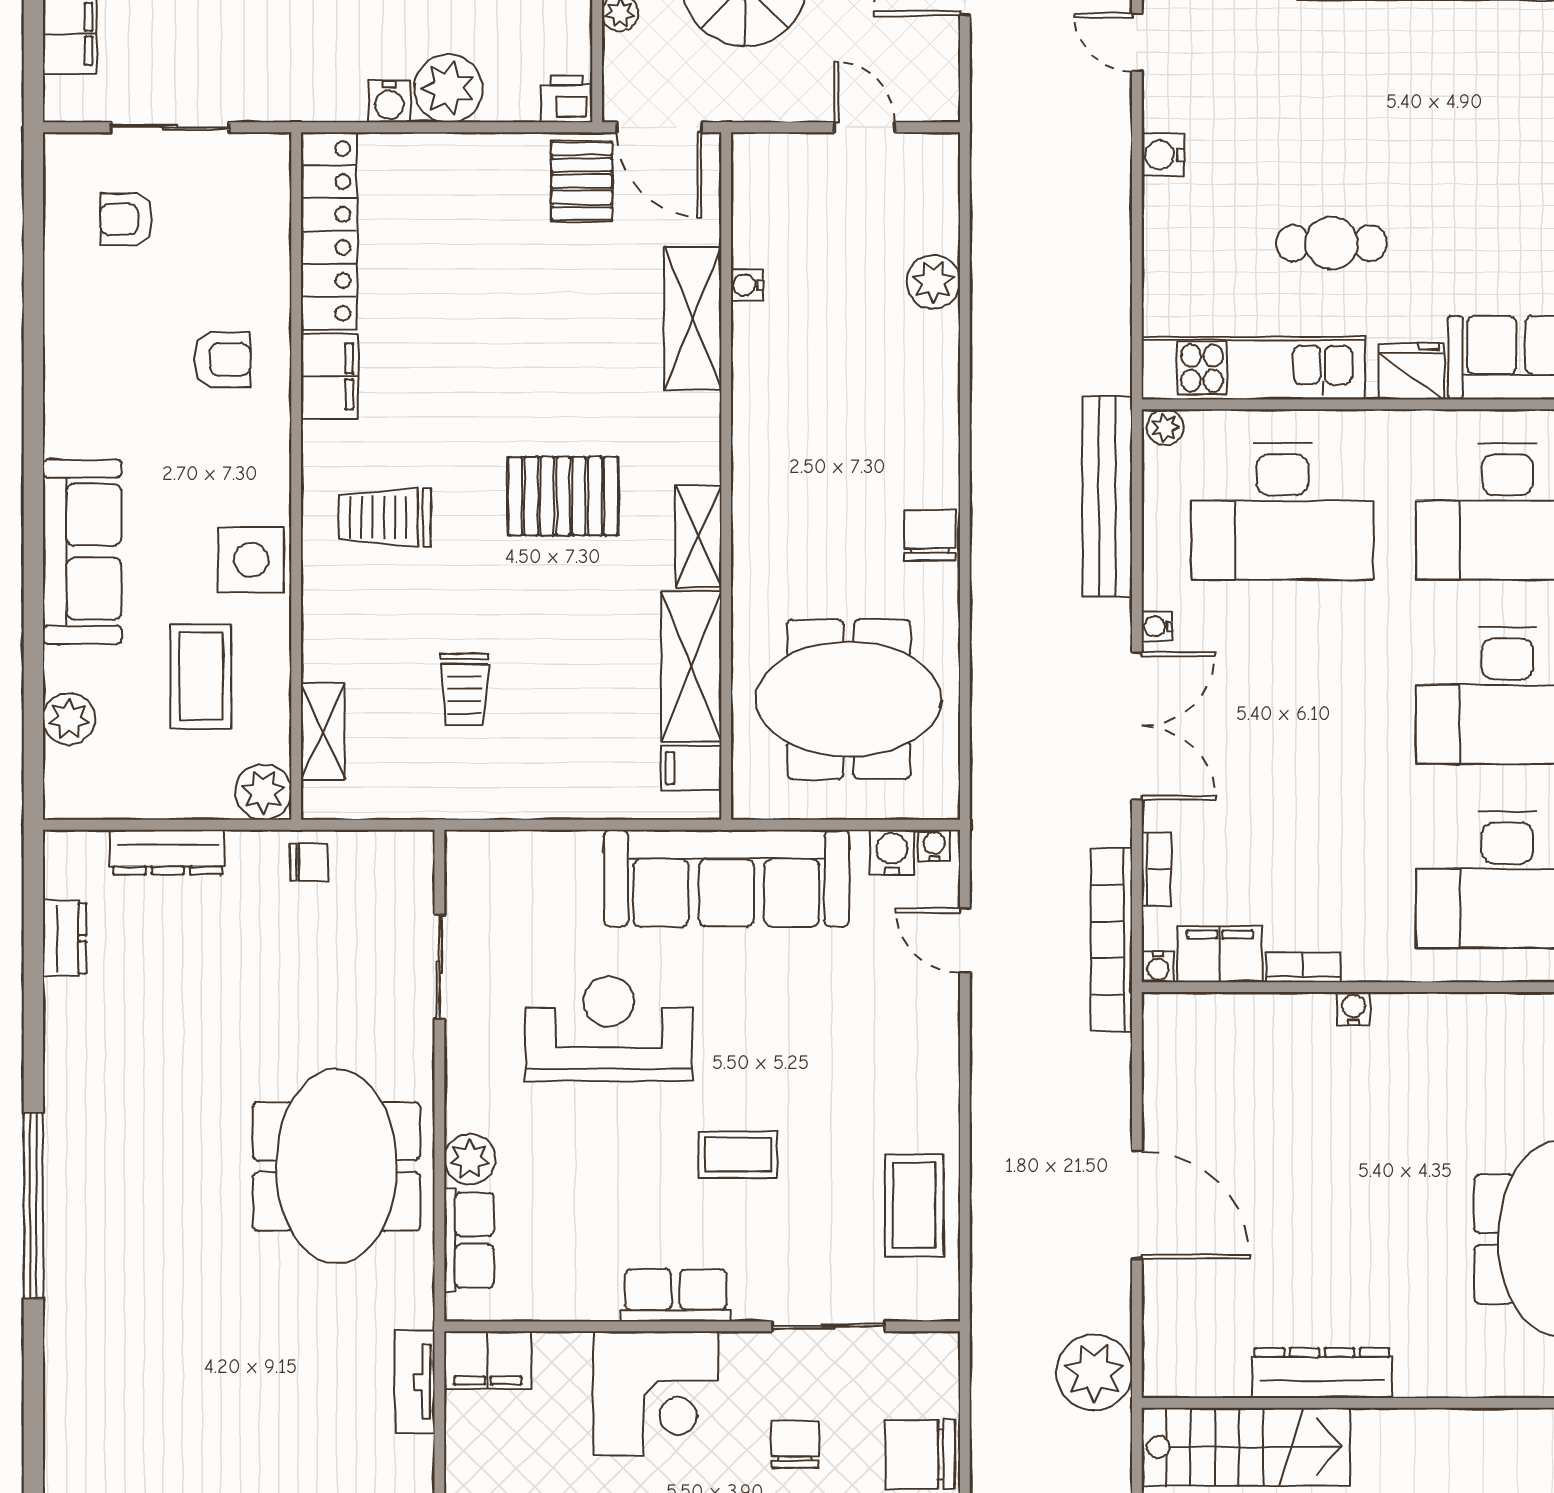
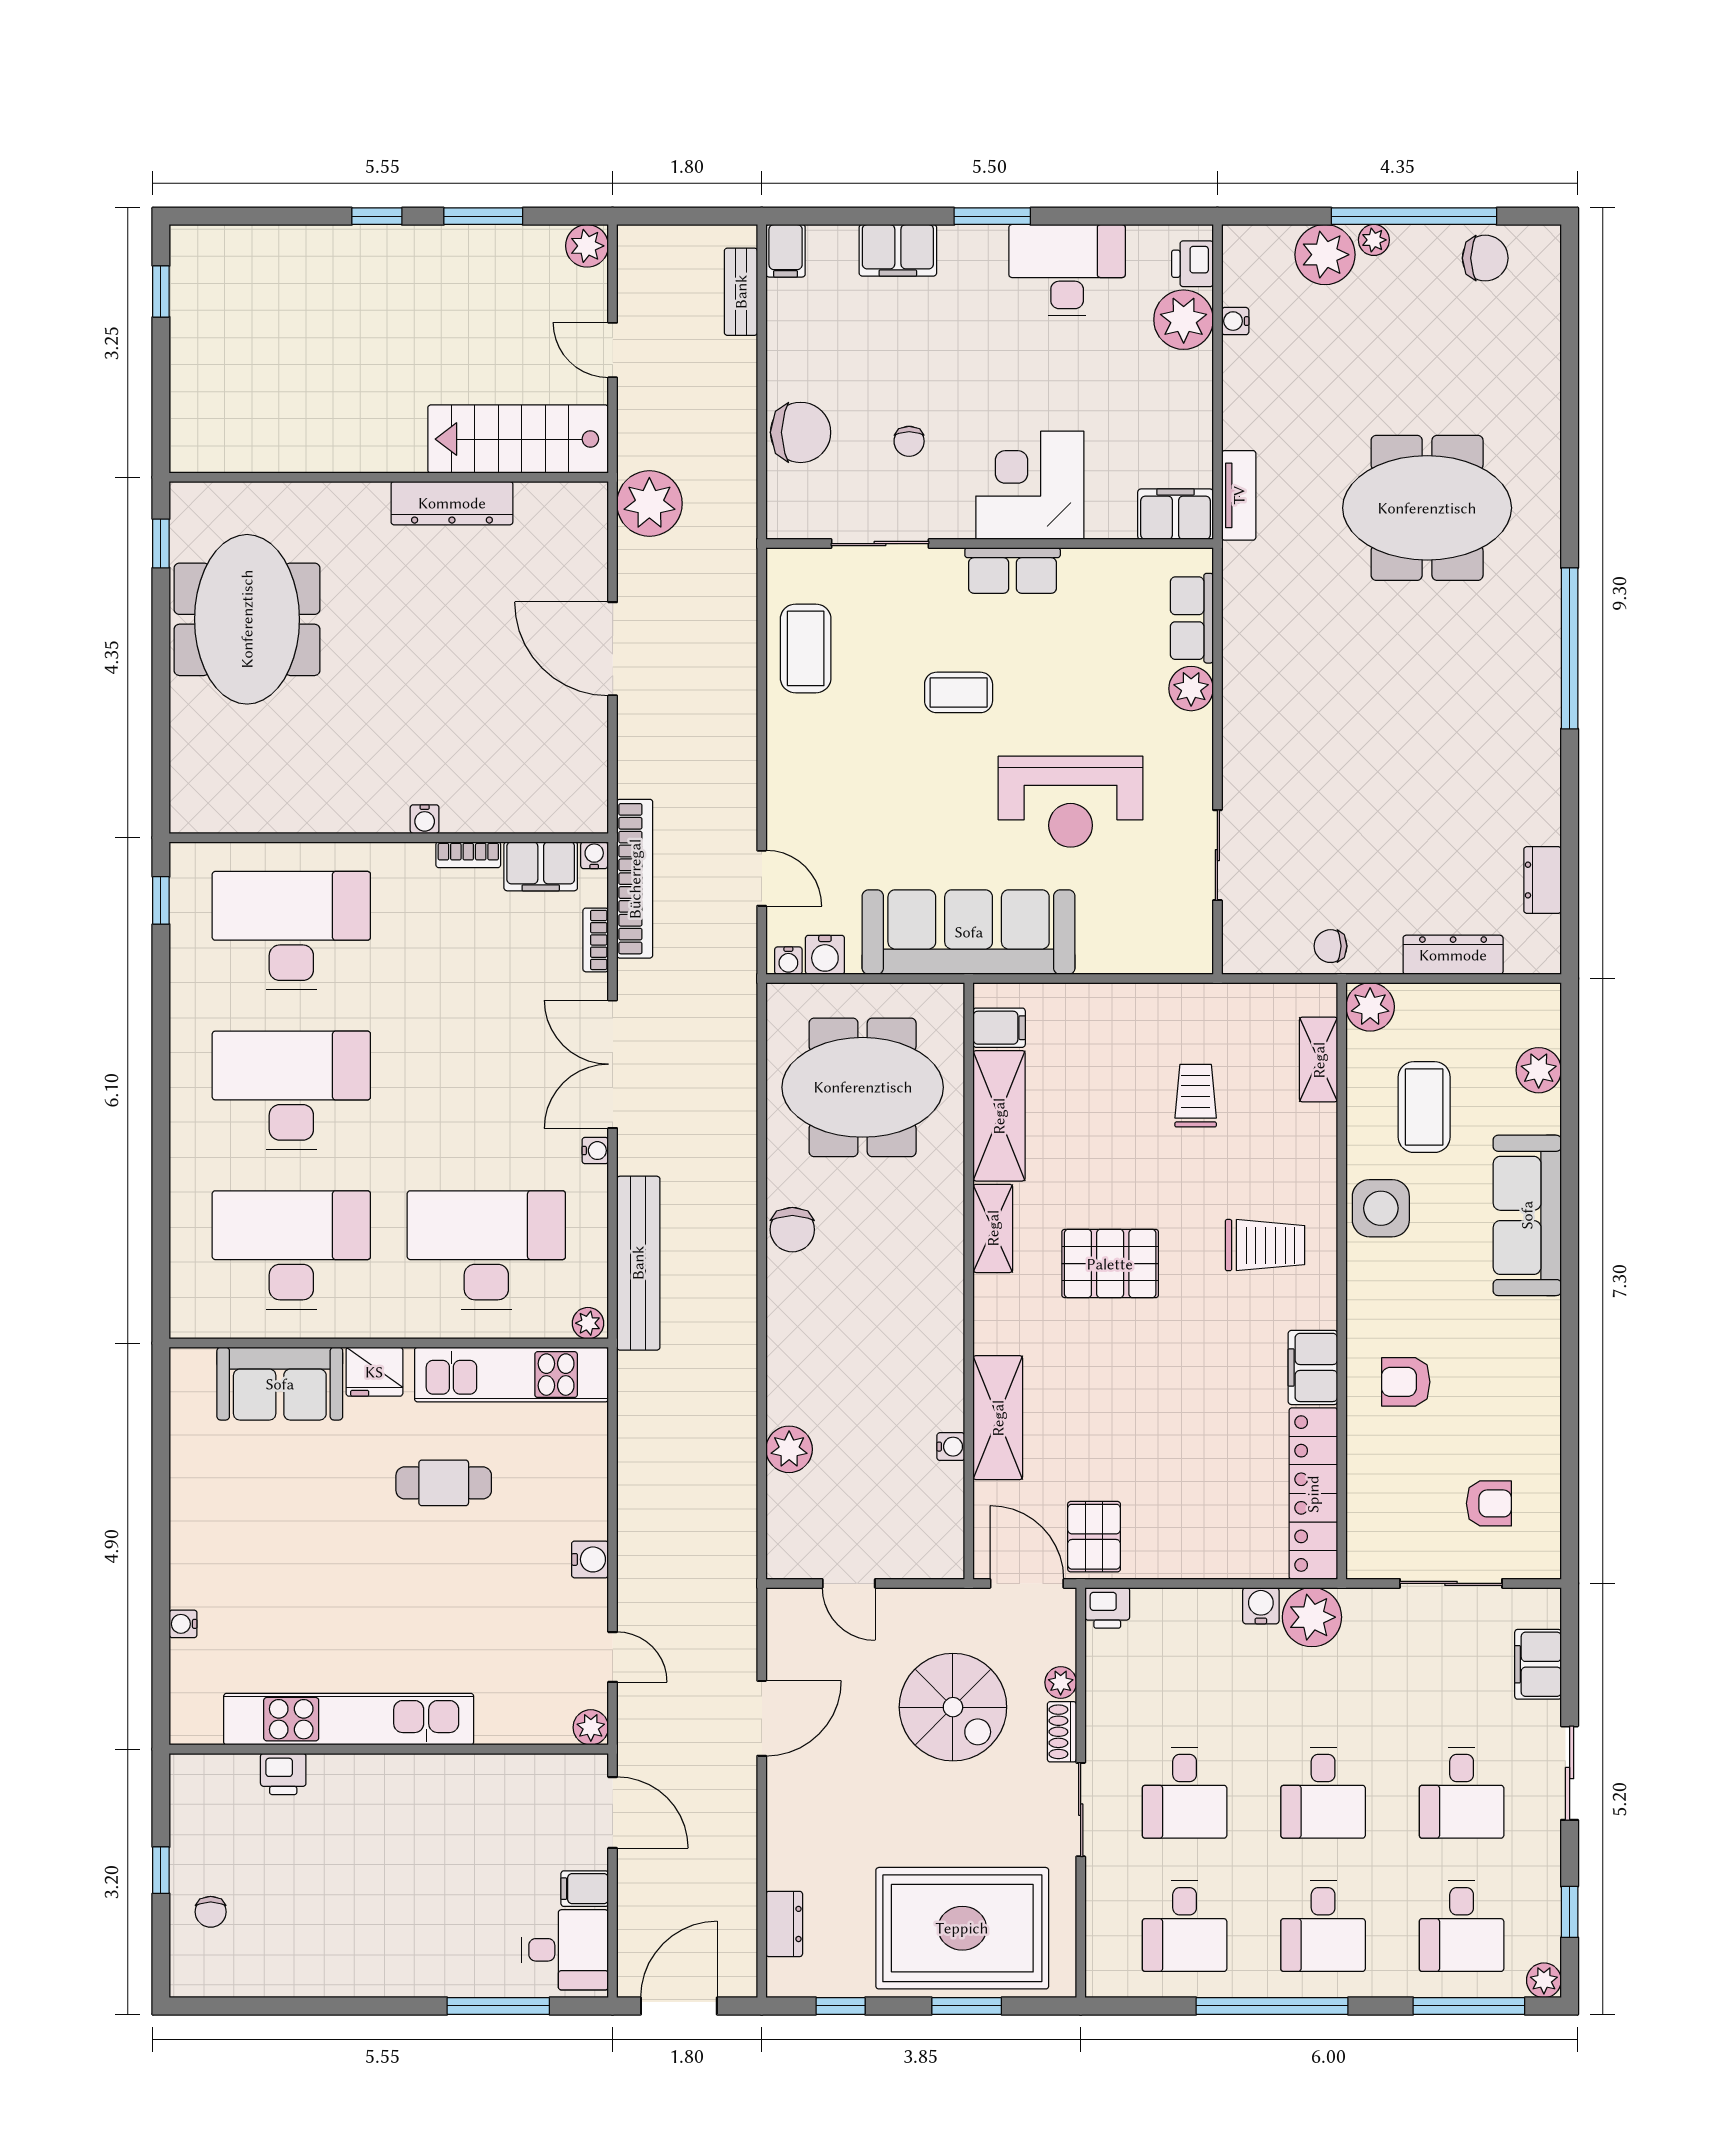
plant: (448, 88) -> (1312, 1617), moved
meeting table: (336, 1166) -> (1427, 508), moved, turned 90
chair: (795, 1444) -> (909, 441), width x0.73, depth x0.73

